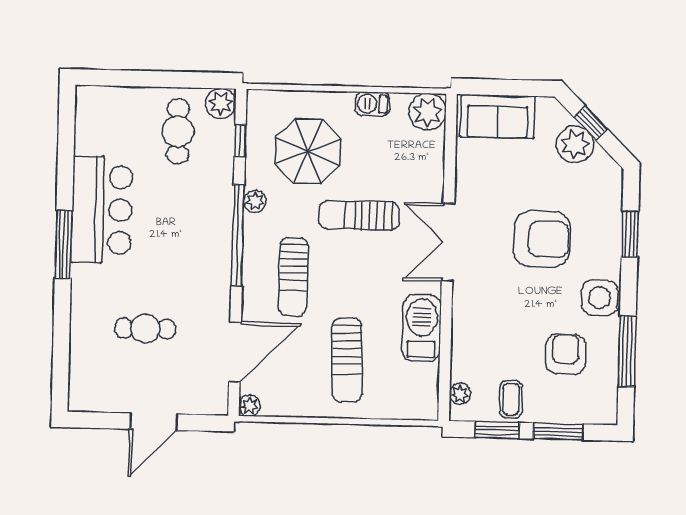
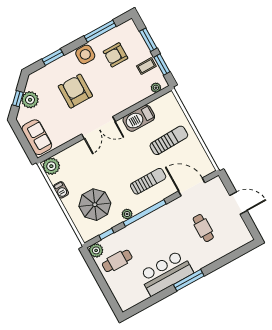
sun lounger: (359, 216) -> (108, 169), removed
plant: (249, 406) -> (210, 169), removed

